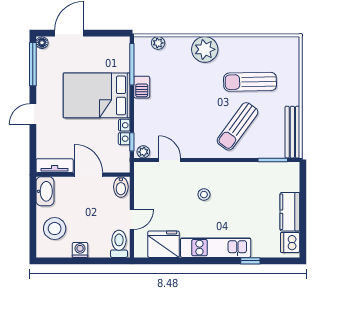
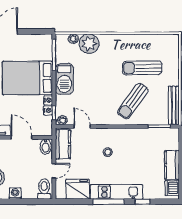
plant: (205, 49) -> (89, 44), moved
barbecue: (142, 87) -> (64, 79), width x1.88, depth x1.53
kitchen counter: (144, 184) -> (63, 144), added
window: (205, 261) -> (108, 202), added

